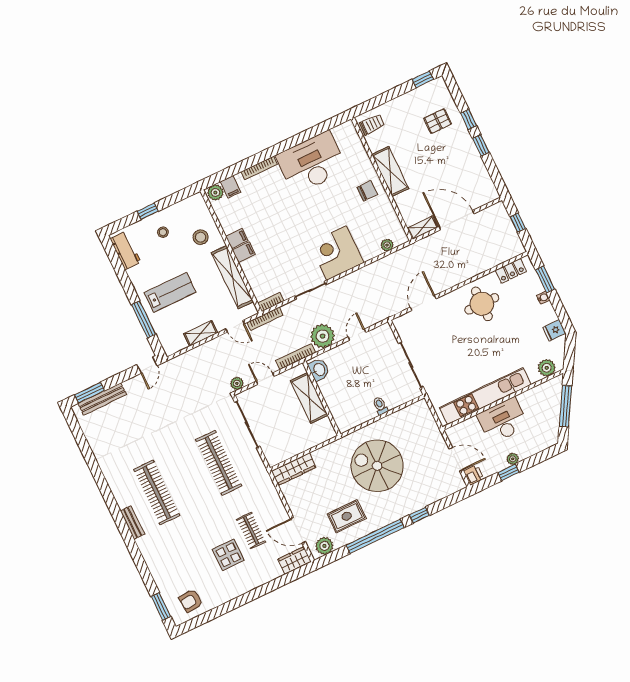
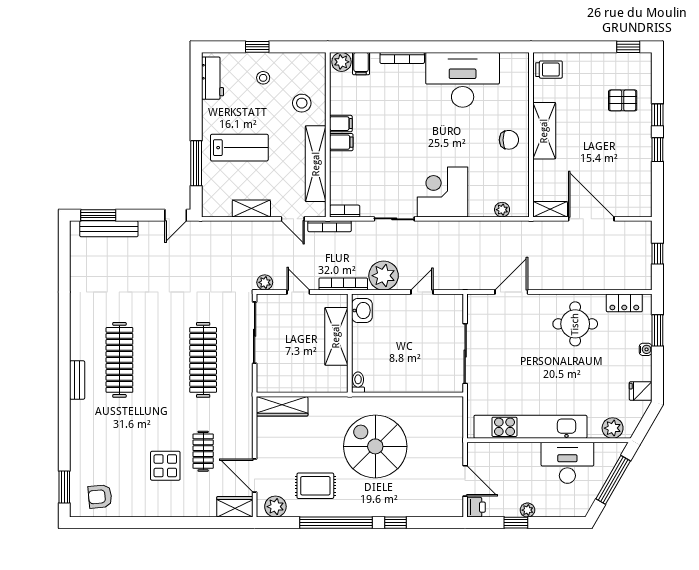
toilet: (380, 406) -> (358, 382), moved
desk: (503, 421) -> (567, 463), moved

